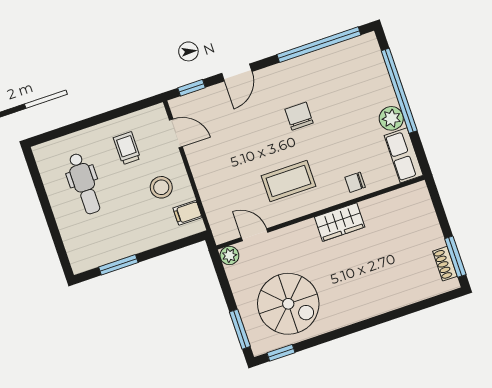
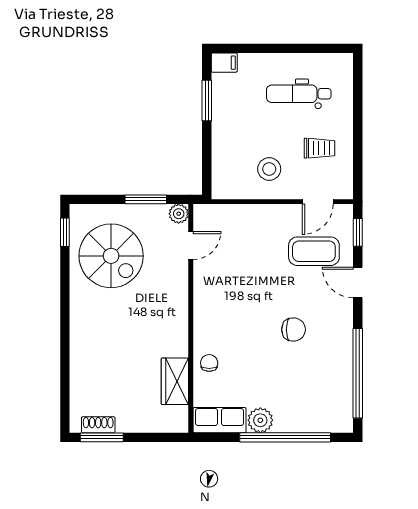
coffee table: (288, 181) -> (314, 251), moved, turned 90
filing cabinet: (188, 213) -> (224, 63), moved, turned 90
wardrobe: (340, 222) -> (175, 381), moved
spiral stairs: (288, 304) -> (111, 256), turned -90
window: (240, 329) -> (146, 199), moved

